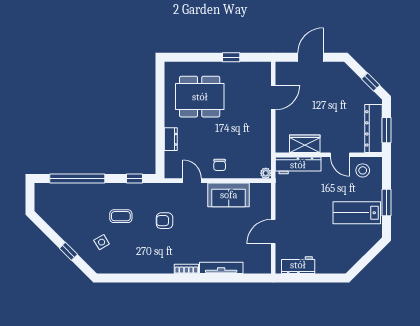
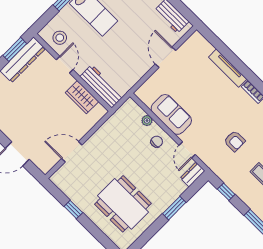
window: (160, 130) -> (174, 208), added
dresser: (171, 139) -> (193, 174), moved
plant: (266, 173) -> (147, 121), moved
door: (273, 232) -> (166, 57), swing flipped

